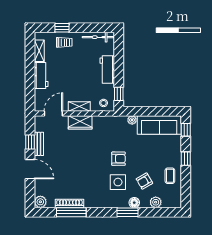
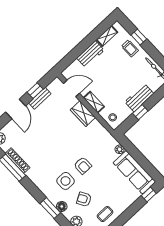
window: (119, 94) -> (140, 112), moved
window: (186, 159) -> (128, 214), removed

